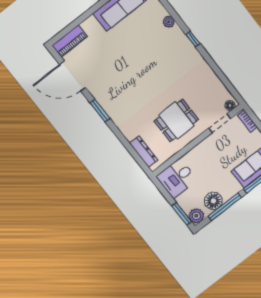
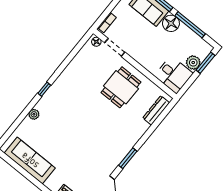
dining table: (176, 120) -> (121, 87), turned 90
floor lamp: (213, 201) -> (171, 23), moved
plant: (196, 216) -> (193, 63), moved

